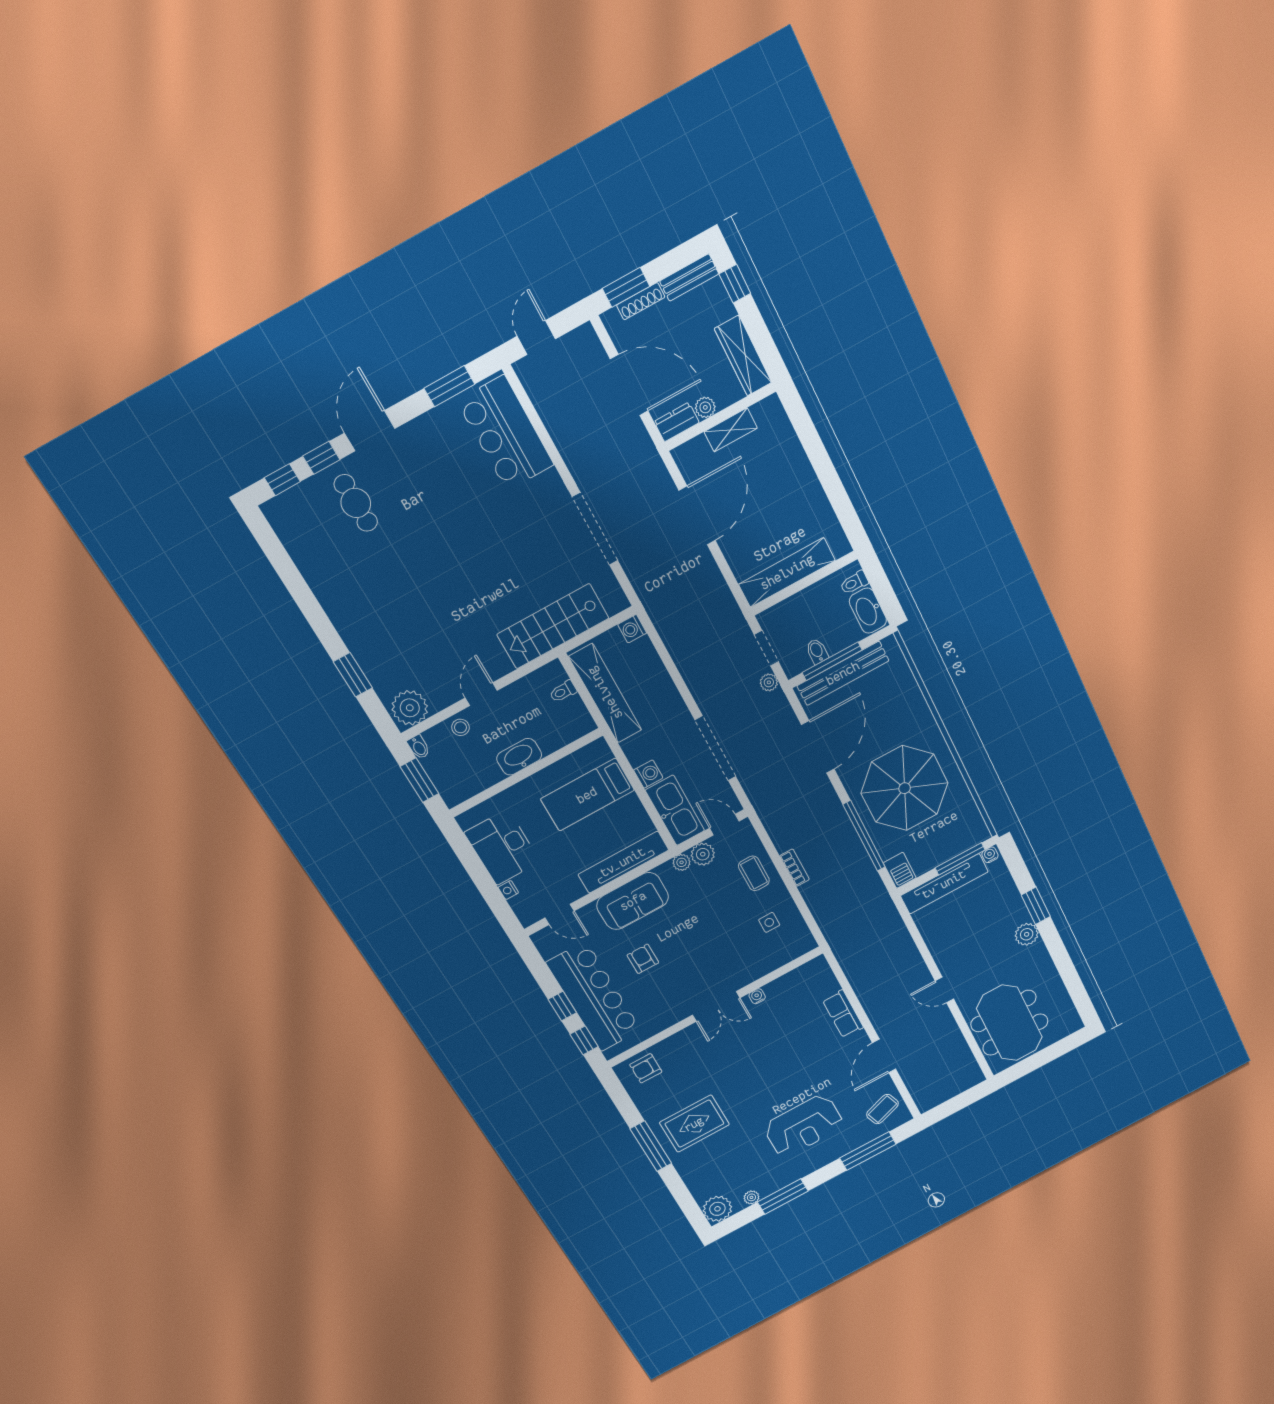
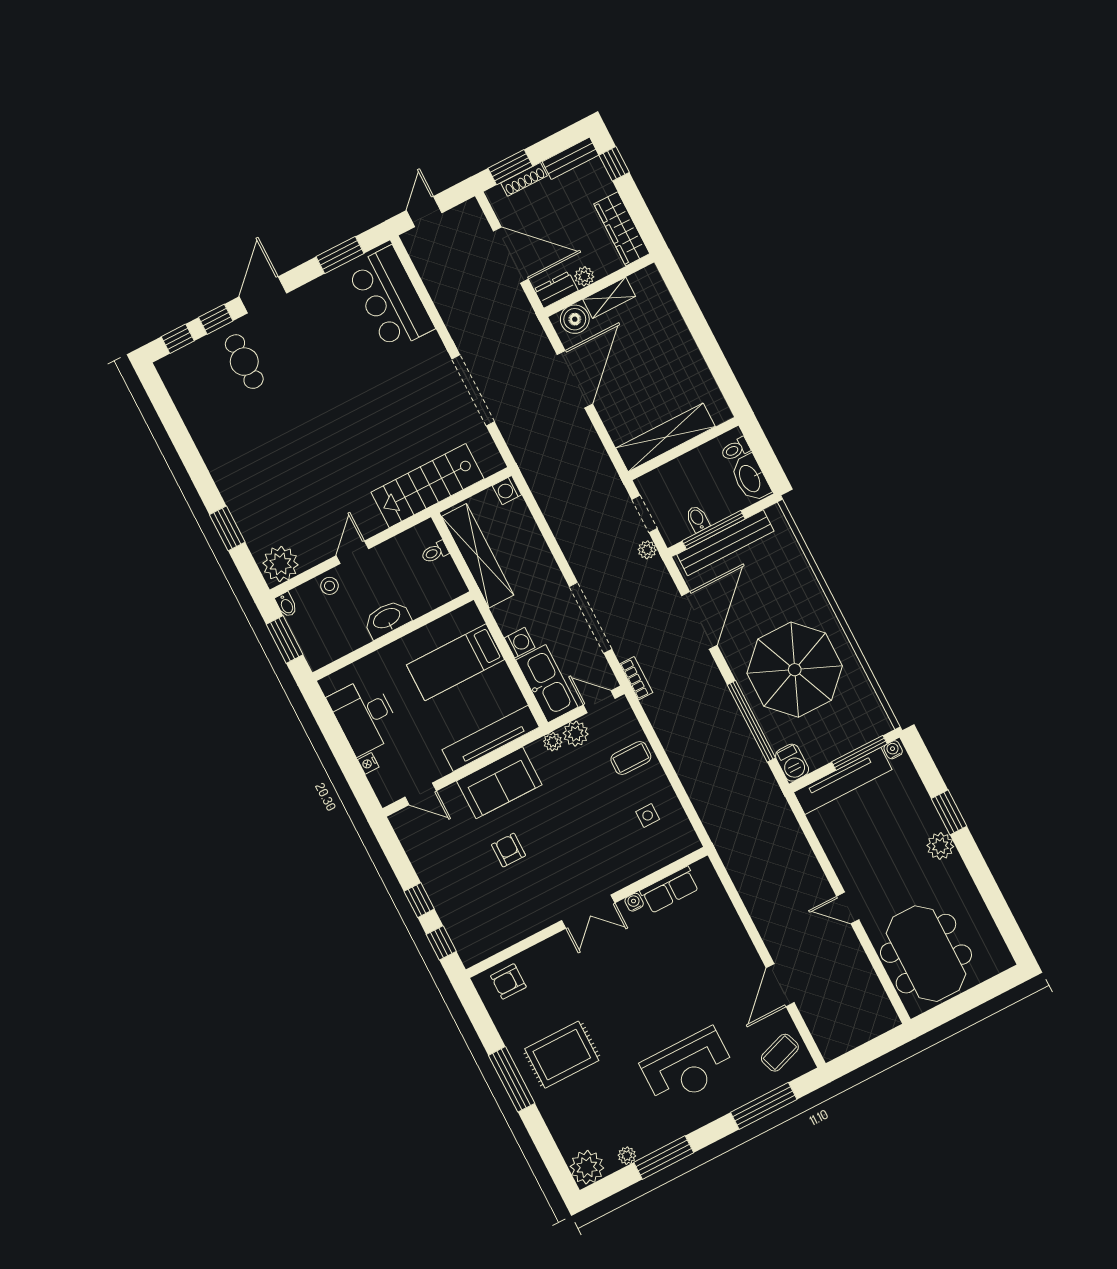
boiler: (696, 453) -> (575, 319), added
bookcase: (795, 868) -> (636, 678), moved
coffee table: (754, 873) -> (631, 758), turned 90
bar counter: (594, 997) -> (454, 891), removed
row of seats: (843, 1014) -> (670, 890), moved, turned -90

